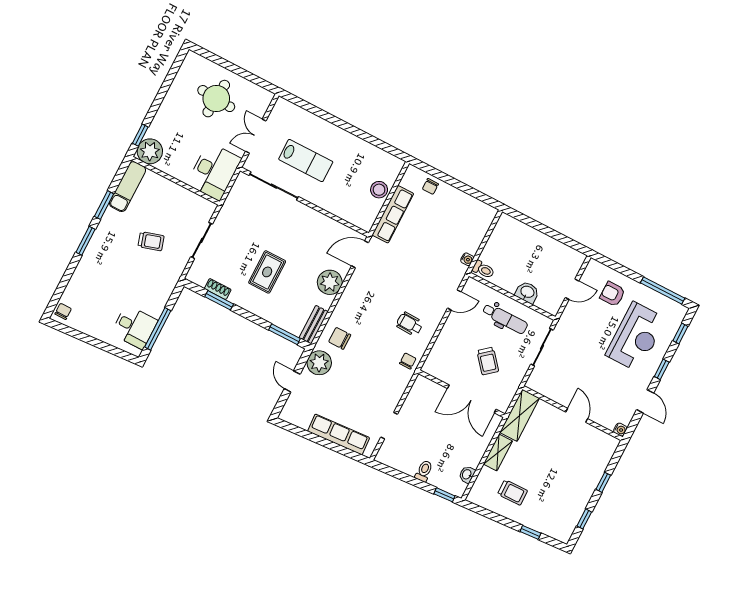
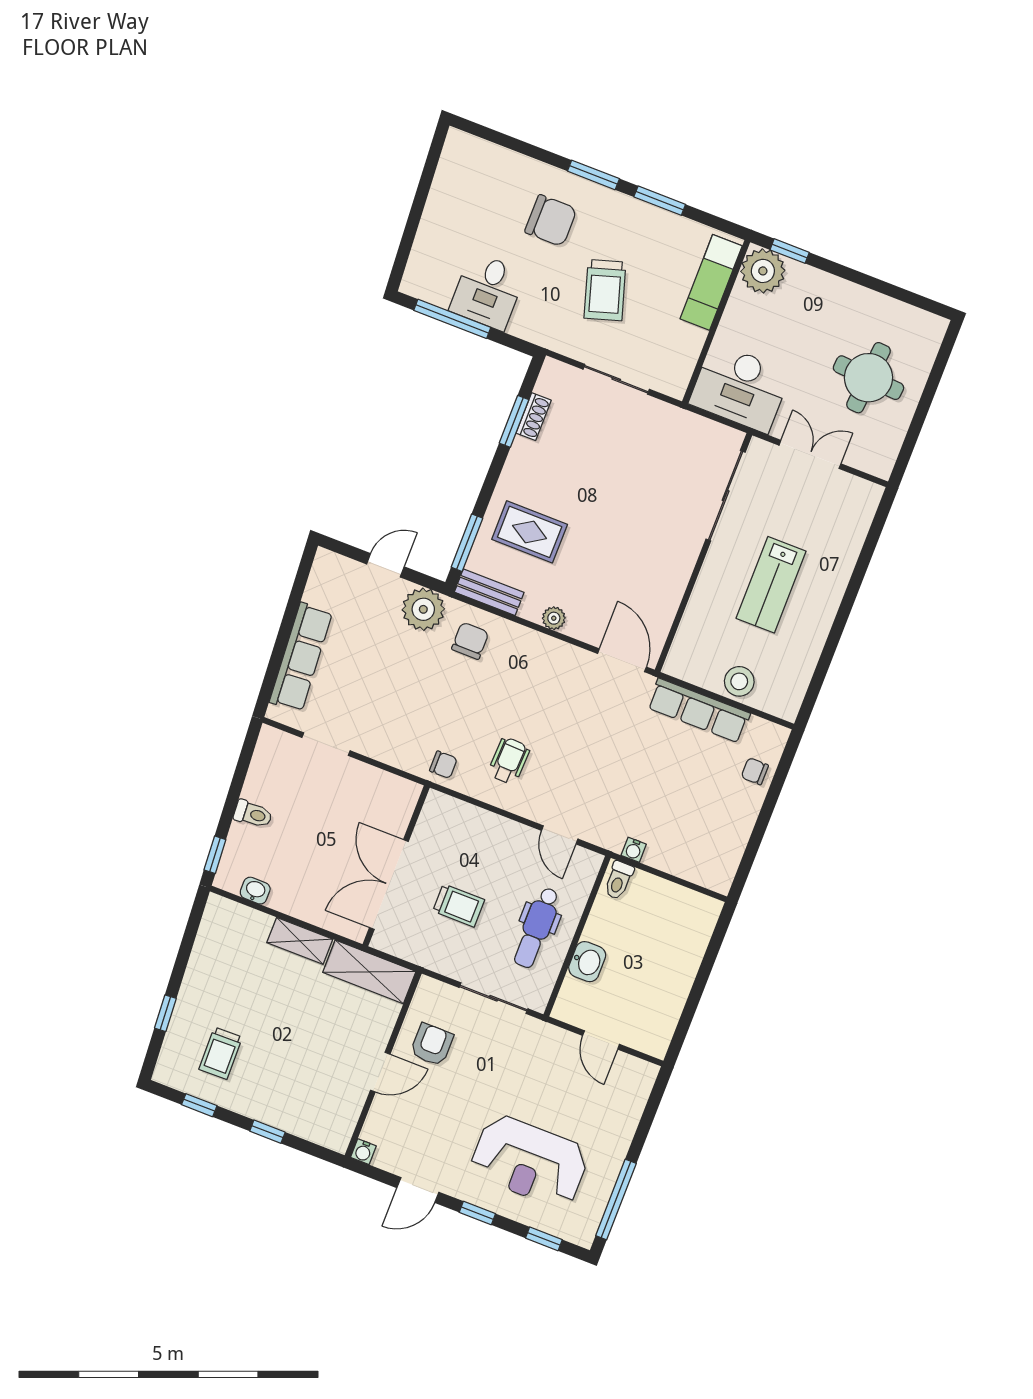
lab bench: (306, 161) -> (771, 585), moved
exam couch: (128, 187) -> (711, 282), moved, turned 90
trolley: (151, 241) -> (605, 290), width x1.36, depth x1.39
rug: (267, 272) -> (530, 532), moved
plant: (330, 282) -> (554, 618), width x0.53, depth x0.53
armchair: (613, 294) -> (432, 1044), moved
chair: (63, 311) -> (551, 221), moved, width x1.87, depth x1.87
desk: (134, 327) -> (488, 291), moved
trolley: (488, 361) -> (459, 905), turned -140
trolley: (513, 492) -> (221, 1053), moved

